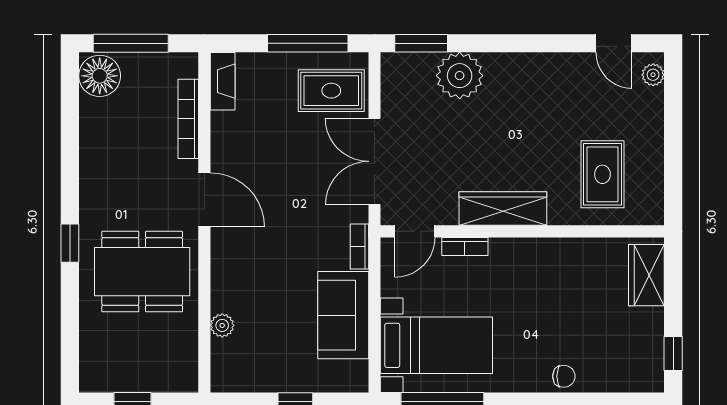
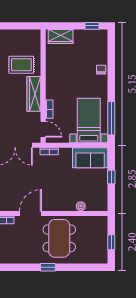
rug: (602, 174) -> (21, 65), moved
sofa: (343, 315) -> (90, 158), moved

